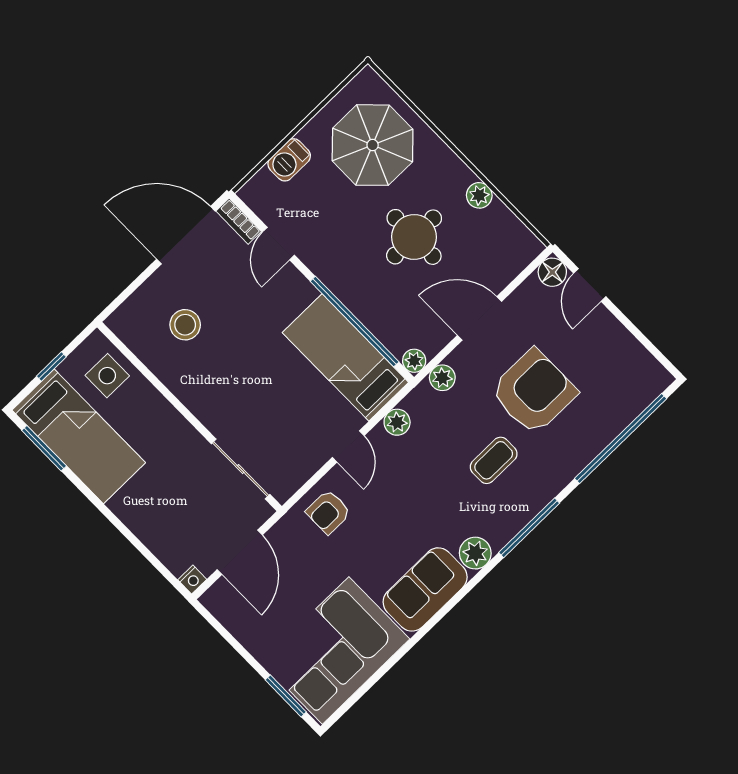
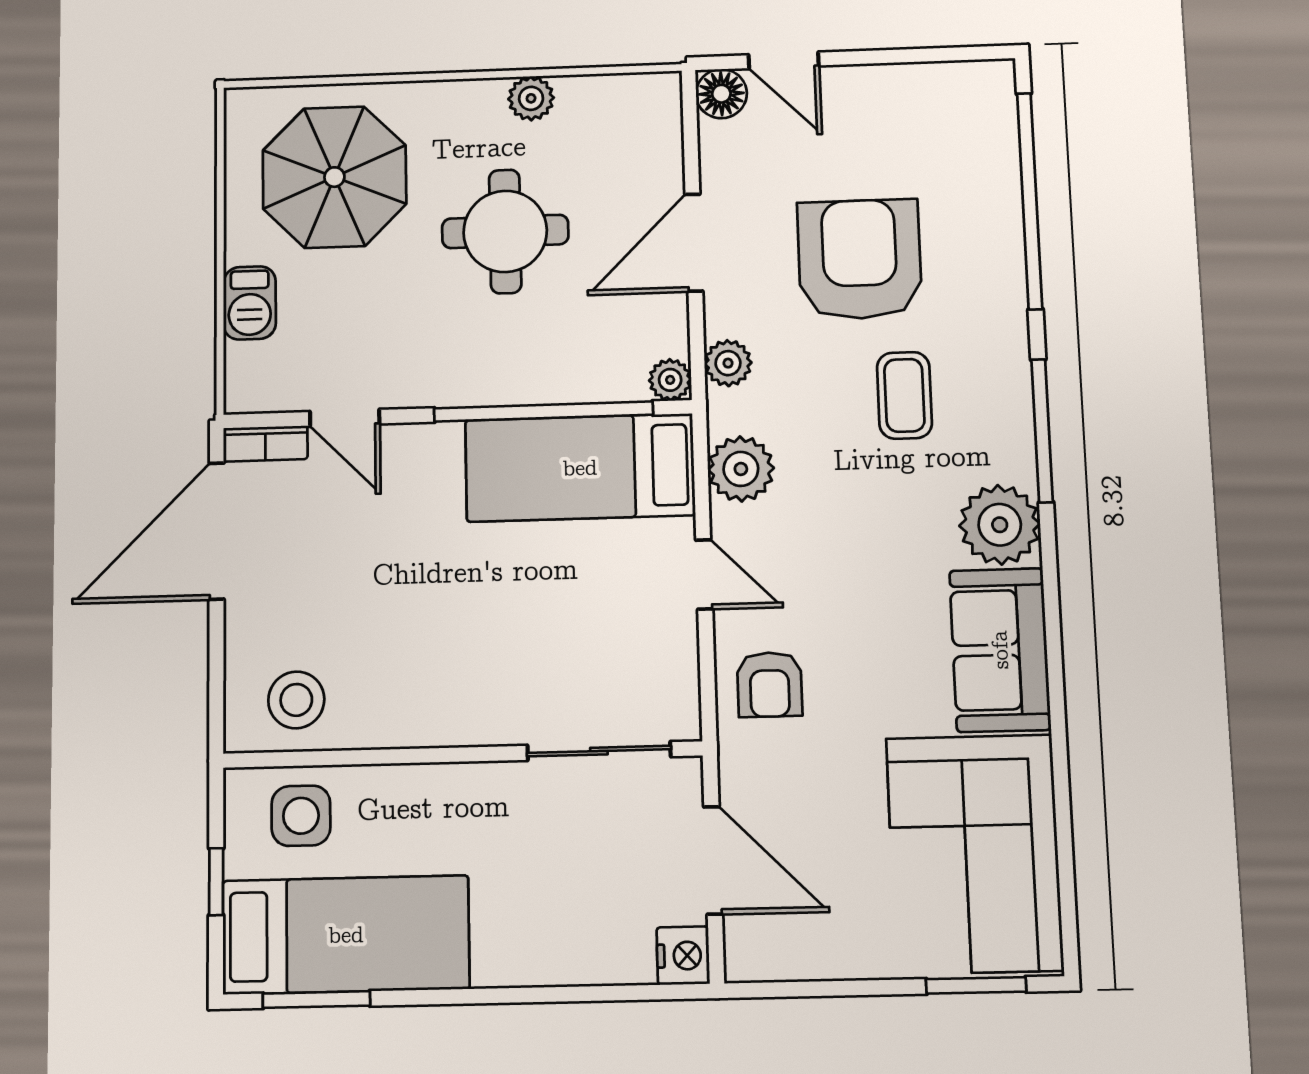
stool: (185, 325) -> (296, 700), moved
plant: (397, 422) -> (741, 469), width x1.38, depth x1.38
plant: (475, 553) -> (1000, 525), width x1.36, depth x1.36
nightstand: (192, 580) -> (683, 956), width x1.39, depth x1.35

